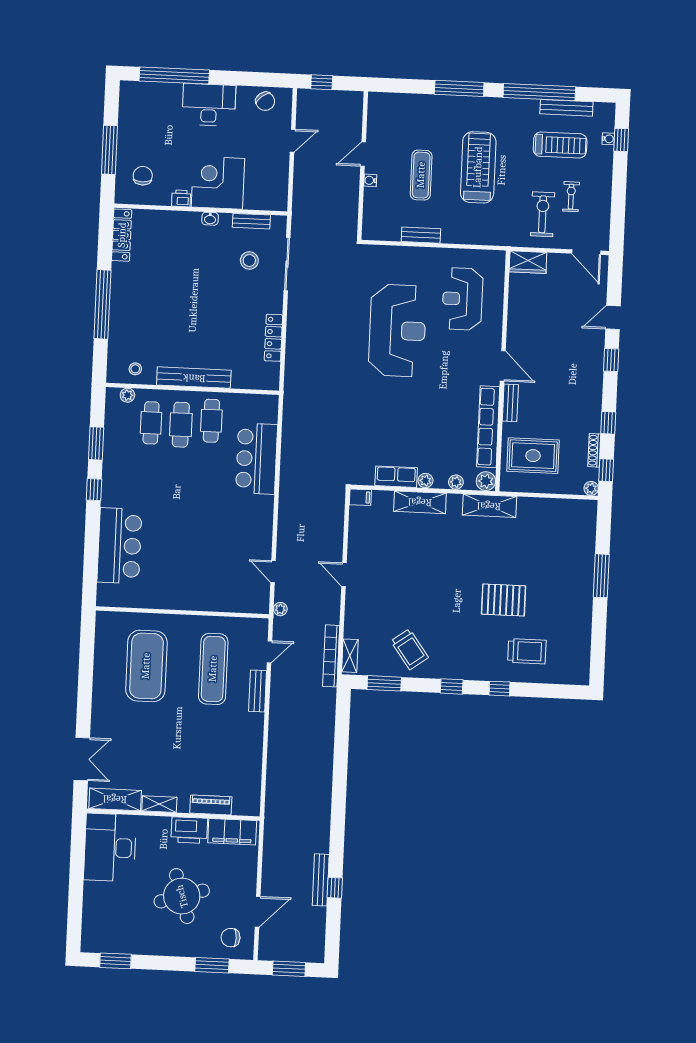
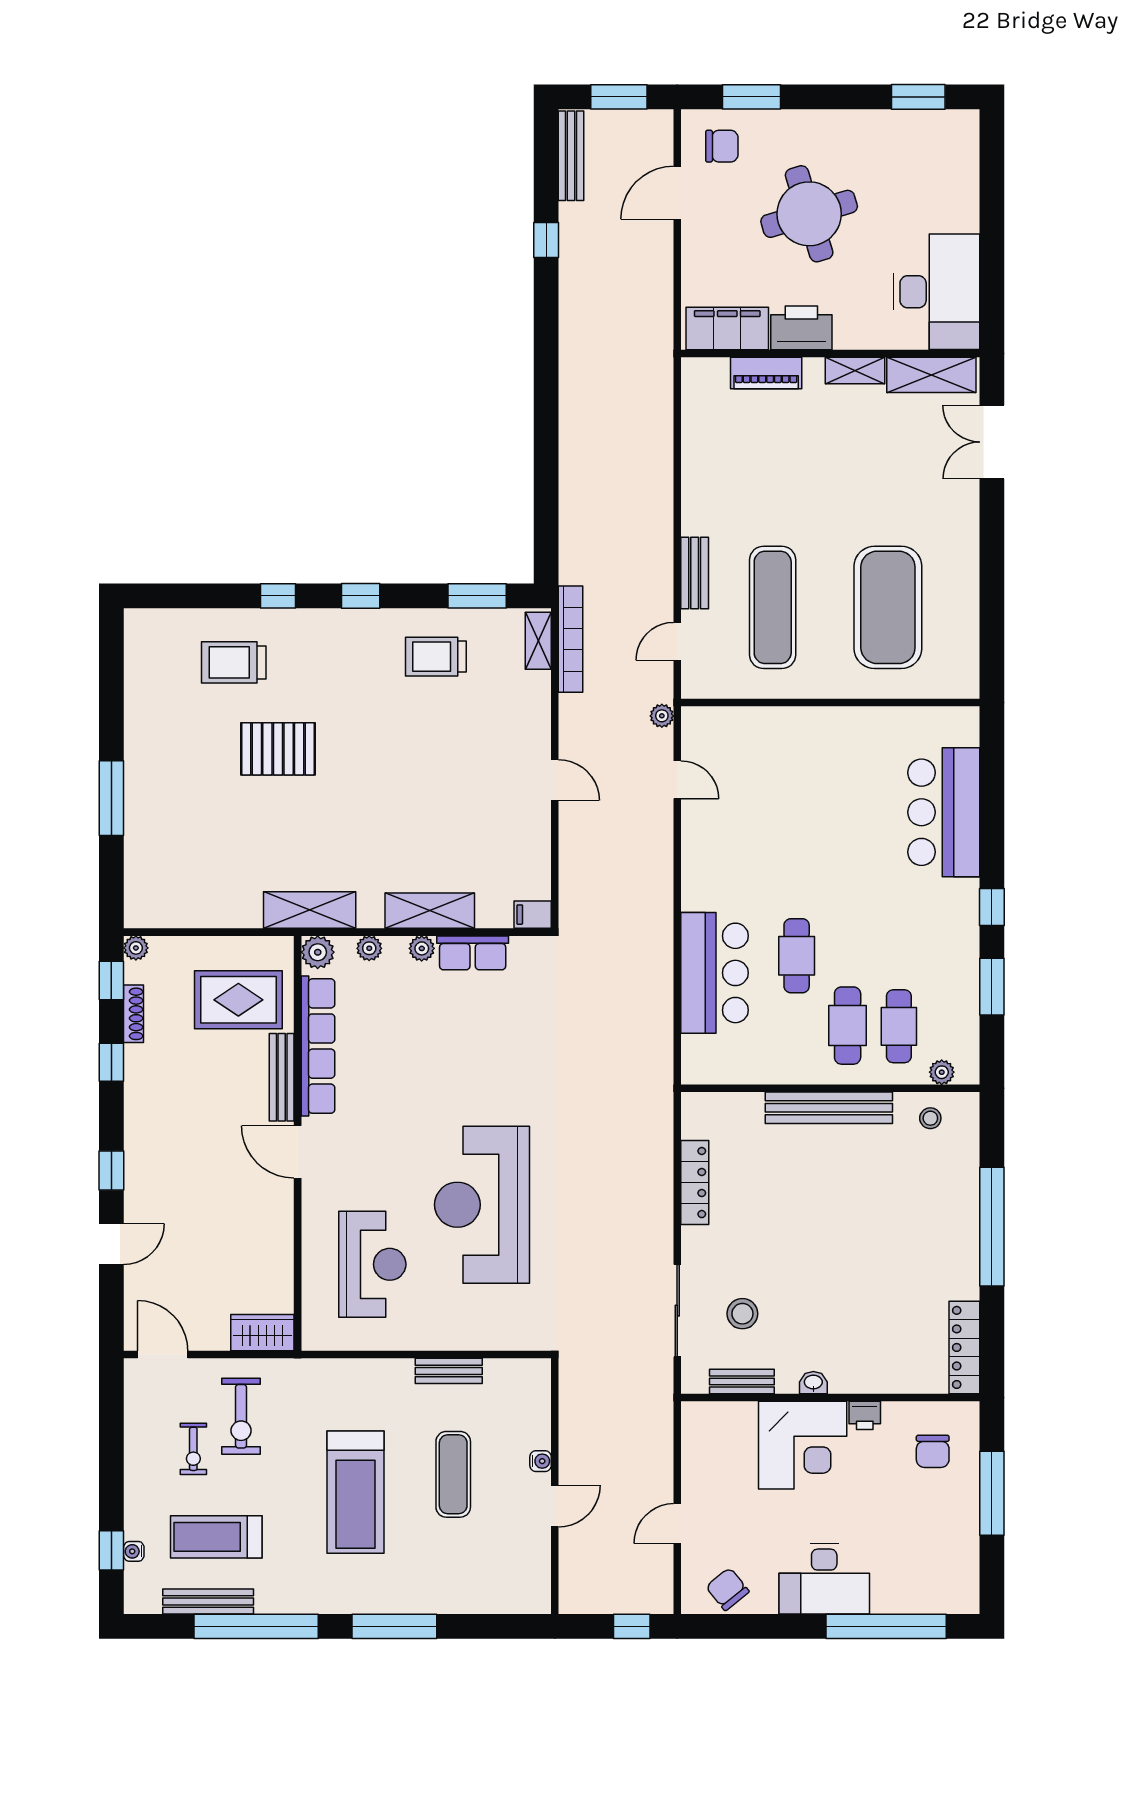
bench: (510, 403) -> (282, 1077), width x1.36
cafe table: (211, 421) -> (797, 956), moved
trolley: (410, 649) -> (436, 657), turned -54
bench: (321, 880) -> (571, 156), moved

